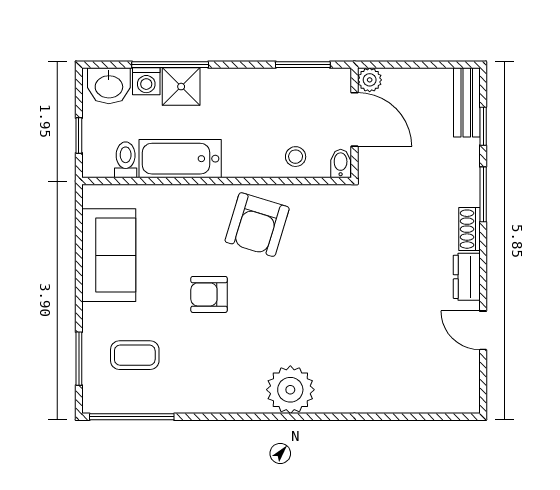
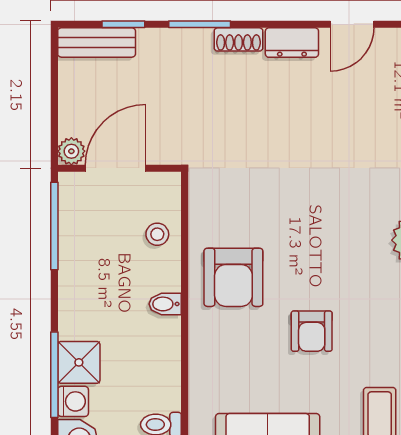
window: (303, 65) -> (54, 226), width x1.44
bathtub: (180, 159) -> (160, 364), removed
bidet: (341, 164) -> (165, 304), moved
armchair: (257, 225) -> (233, 277), turned 73

